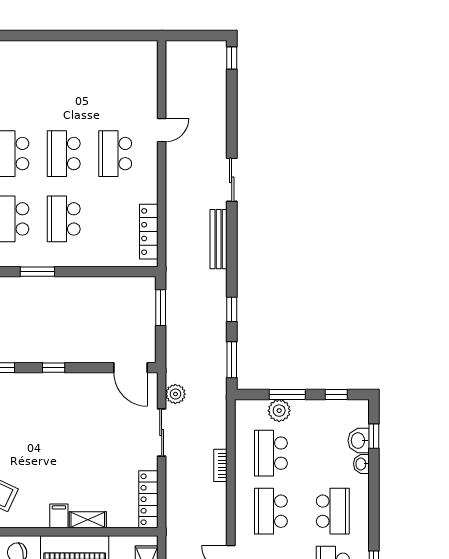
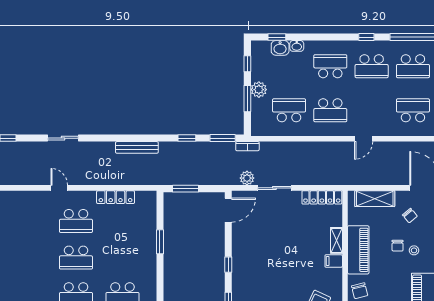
sliding door: (232, 180) -> (63, 138), moved
school desk: (64, 219) -> (122, 258), removed
locker: (149, 232) -> (116, 197), moved
window: (37, 272) -> (160, 242), moved
plant: (279, 411) -> (259, 90), moved
school desk: (271, 453) -> (289, 110), turned 180
bookcase: (220, 465) -> (247, 146), moved

